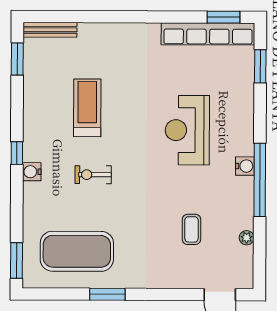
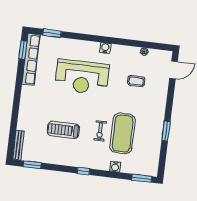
reception desk: (187, 130) -> (82, 77), width x1.36, depth x1.30
water cooler: (32, 172) -> (115, 167), moved
window: (260, 180) -> (114, 41), removed
exercise mat: (77, 251) -> (123, 133), moved

